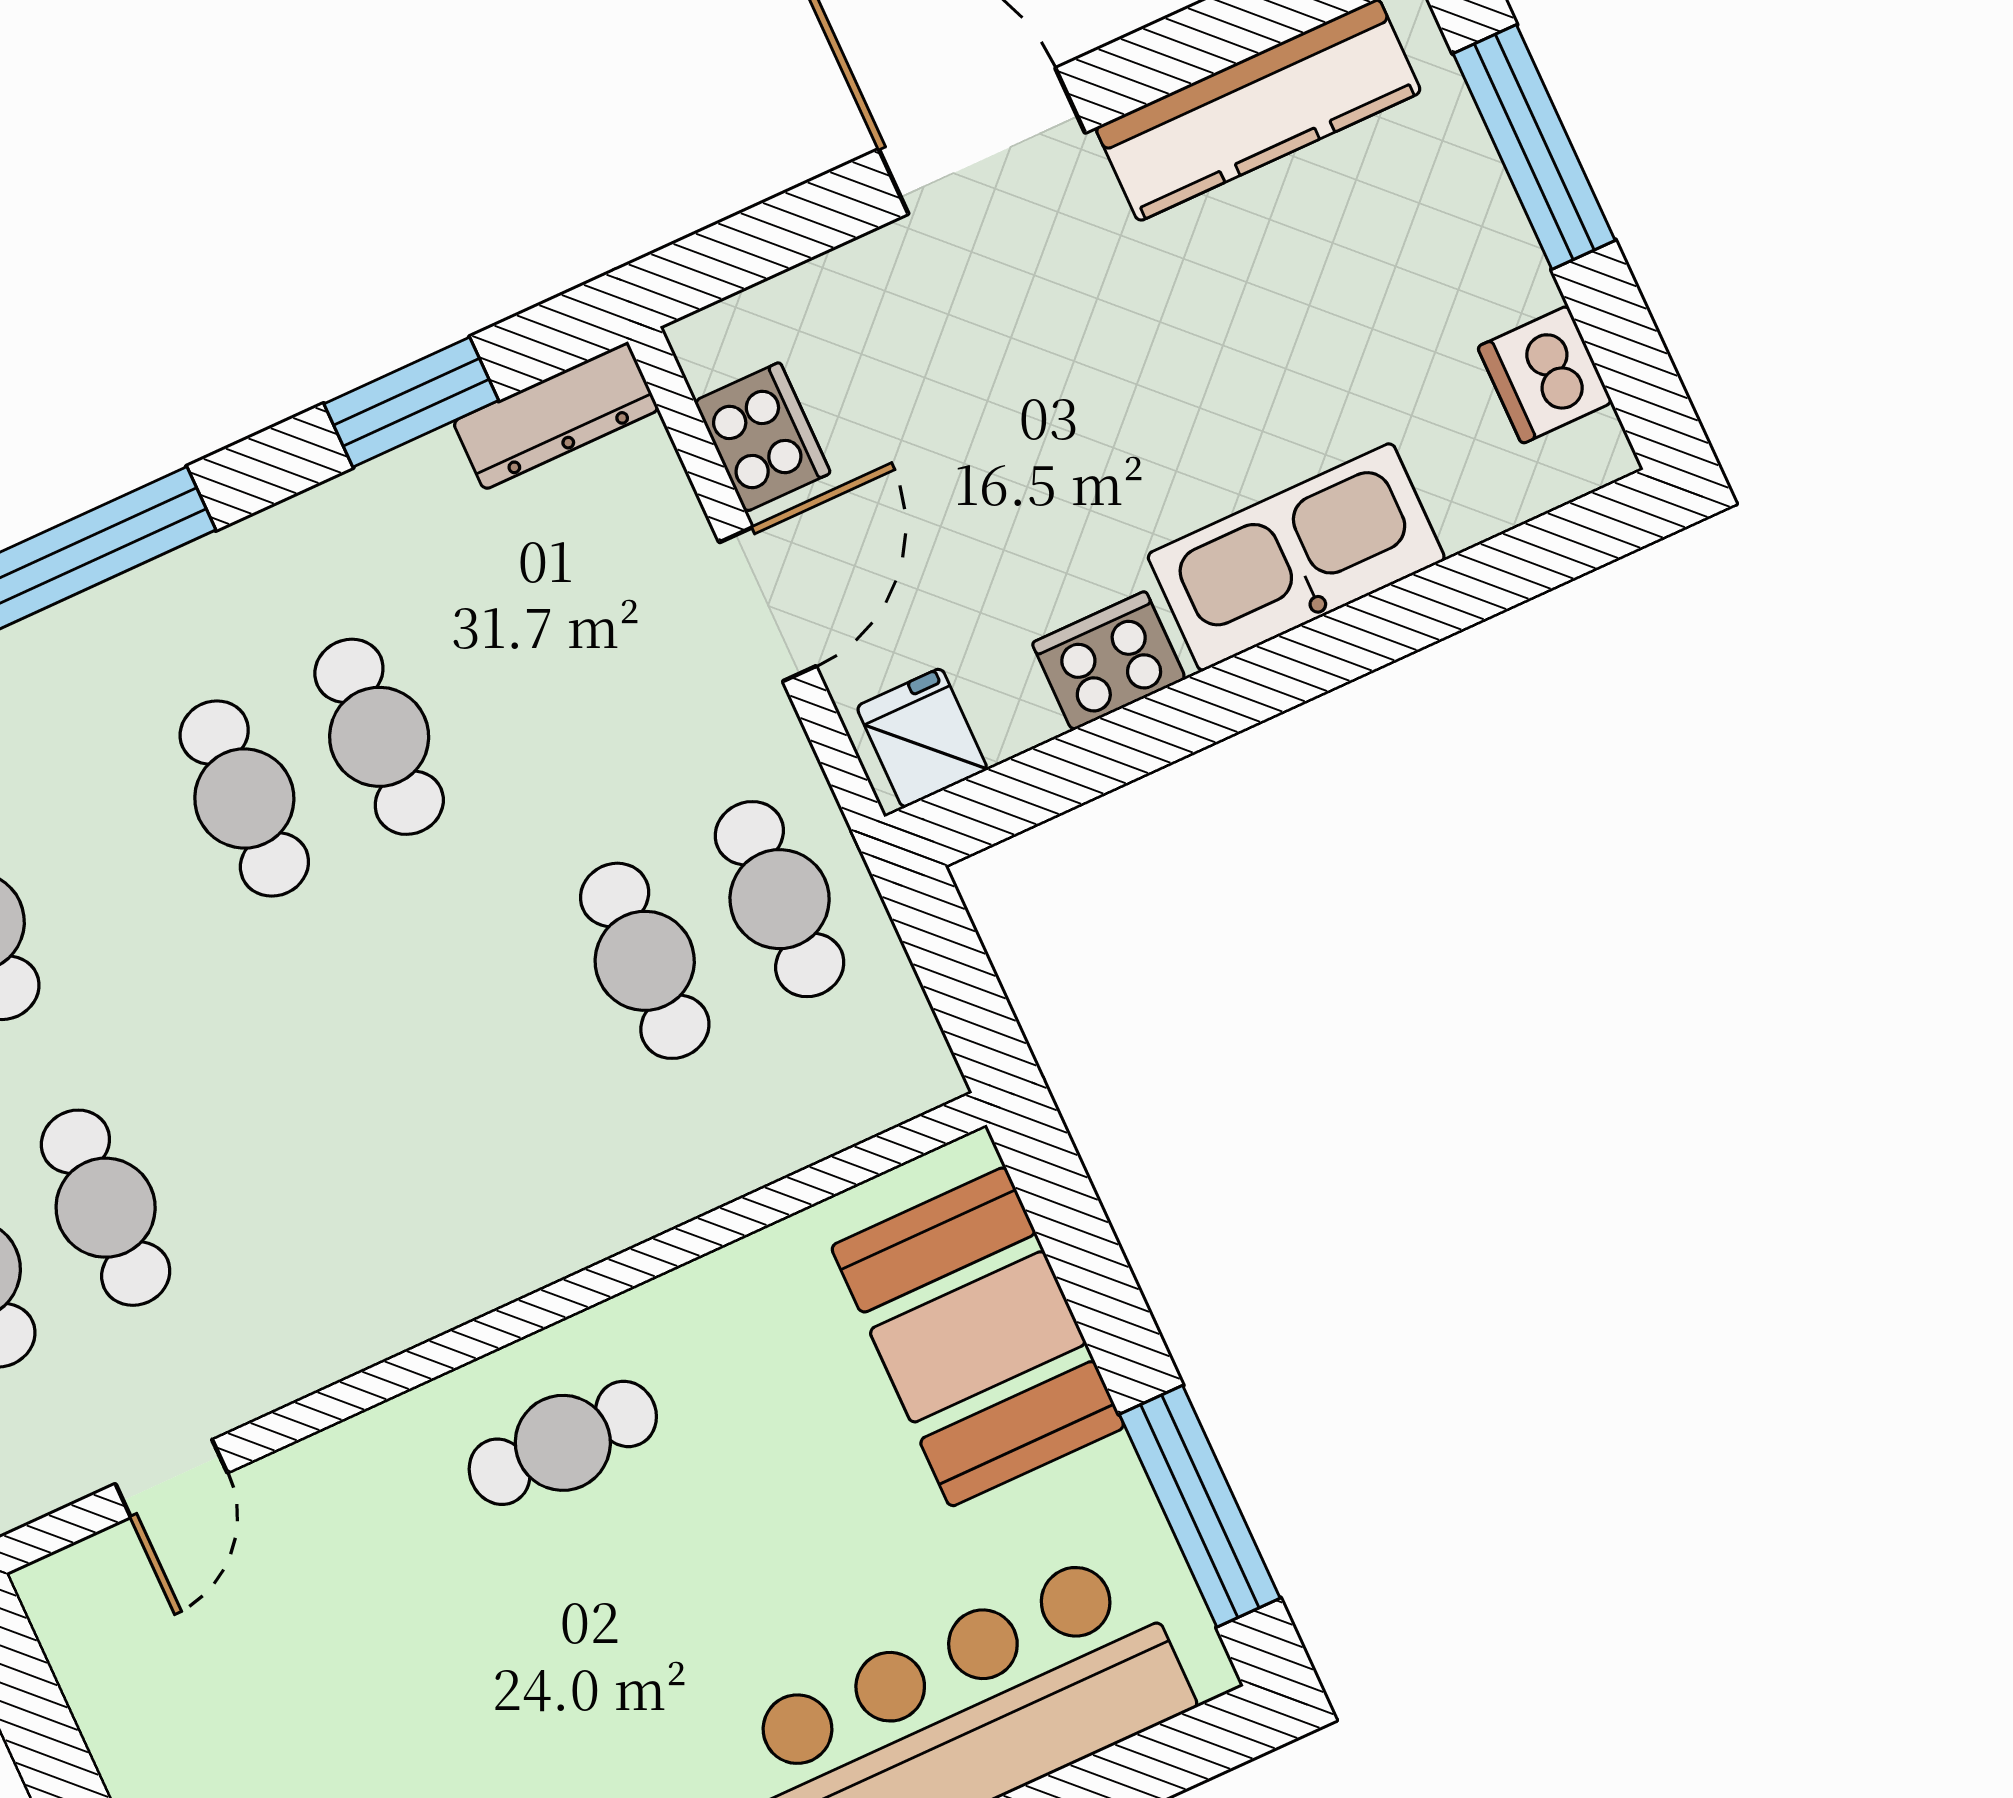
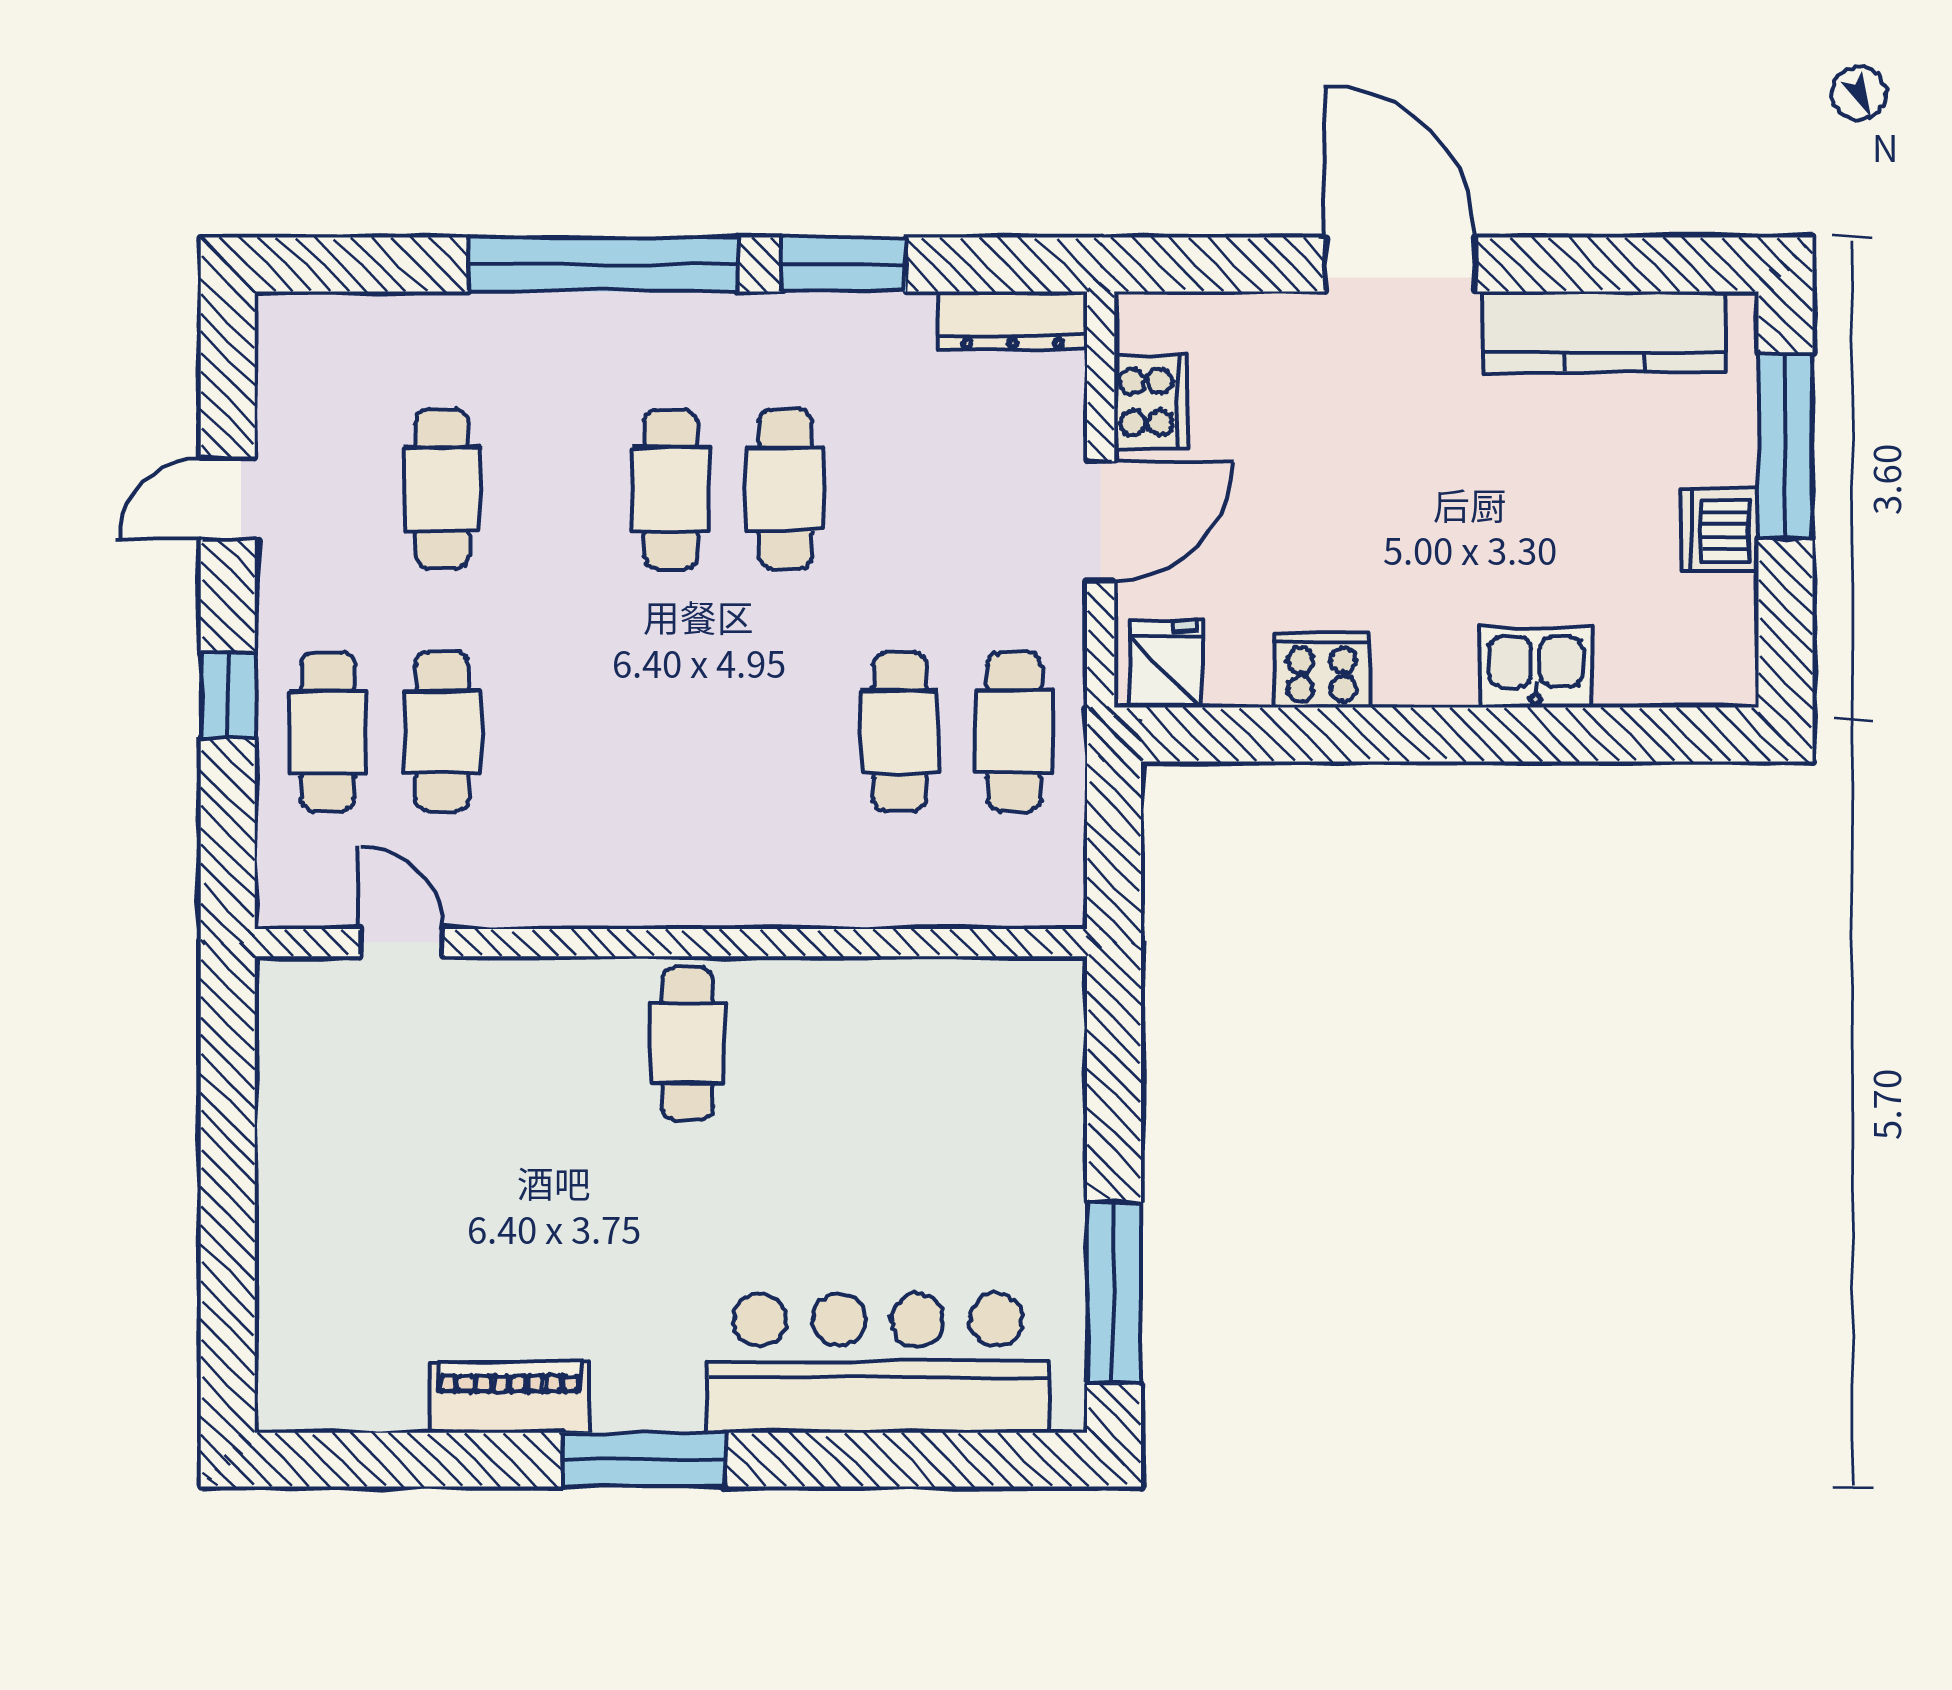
dishwasher: (1545, 375) -> (1720, 530), moved
window: (411, 402) -> (844, 264), moved
kitchen sink: (1296, 557) -> (1535, 667), width x0.53, depth x0.81
booth: (978, 1337) -> (1013, 1102), removed
cafe table: (563, 1443) -> (687, 1043), turned 90
door: (171, 1478) -> (401, 943), swing flipped

